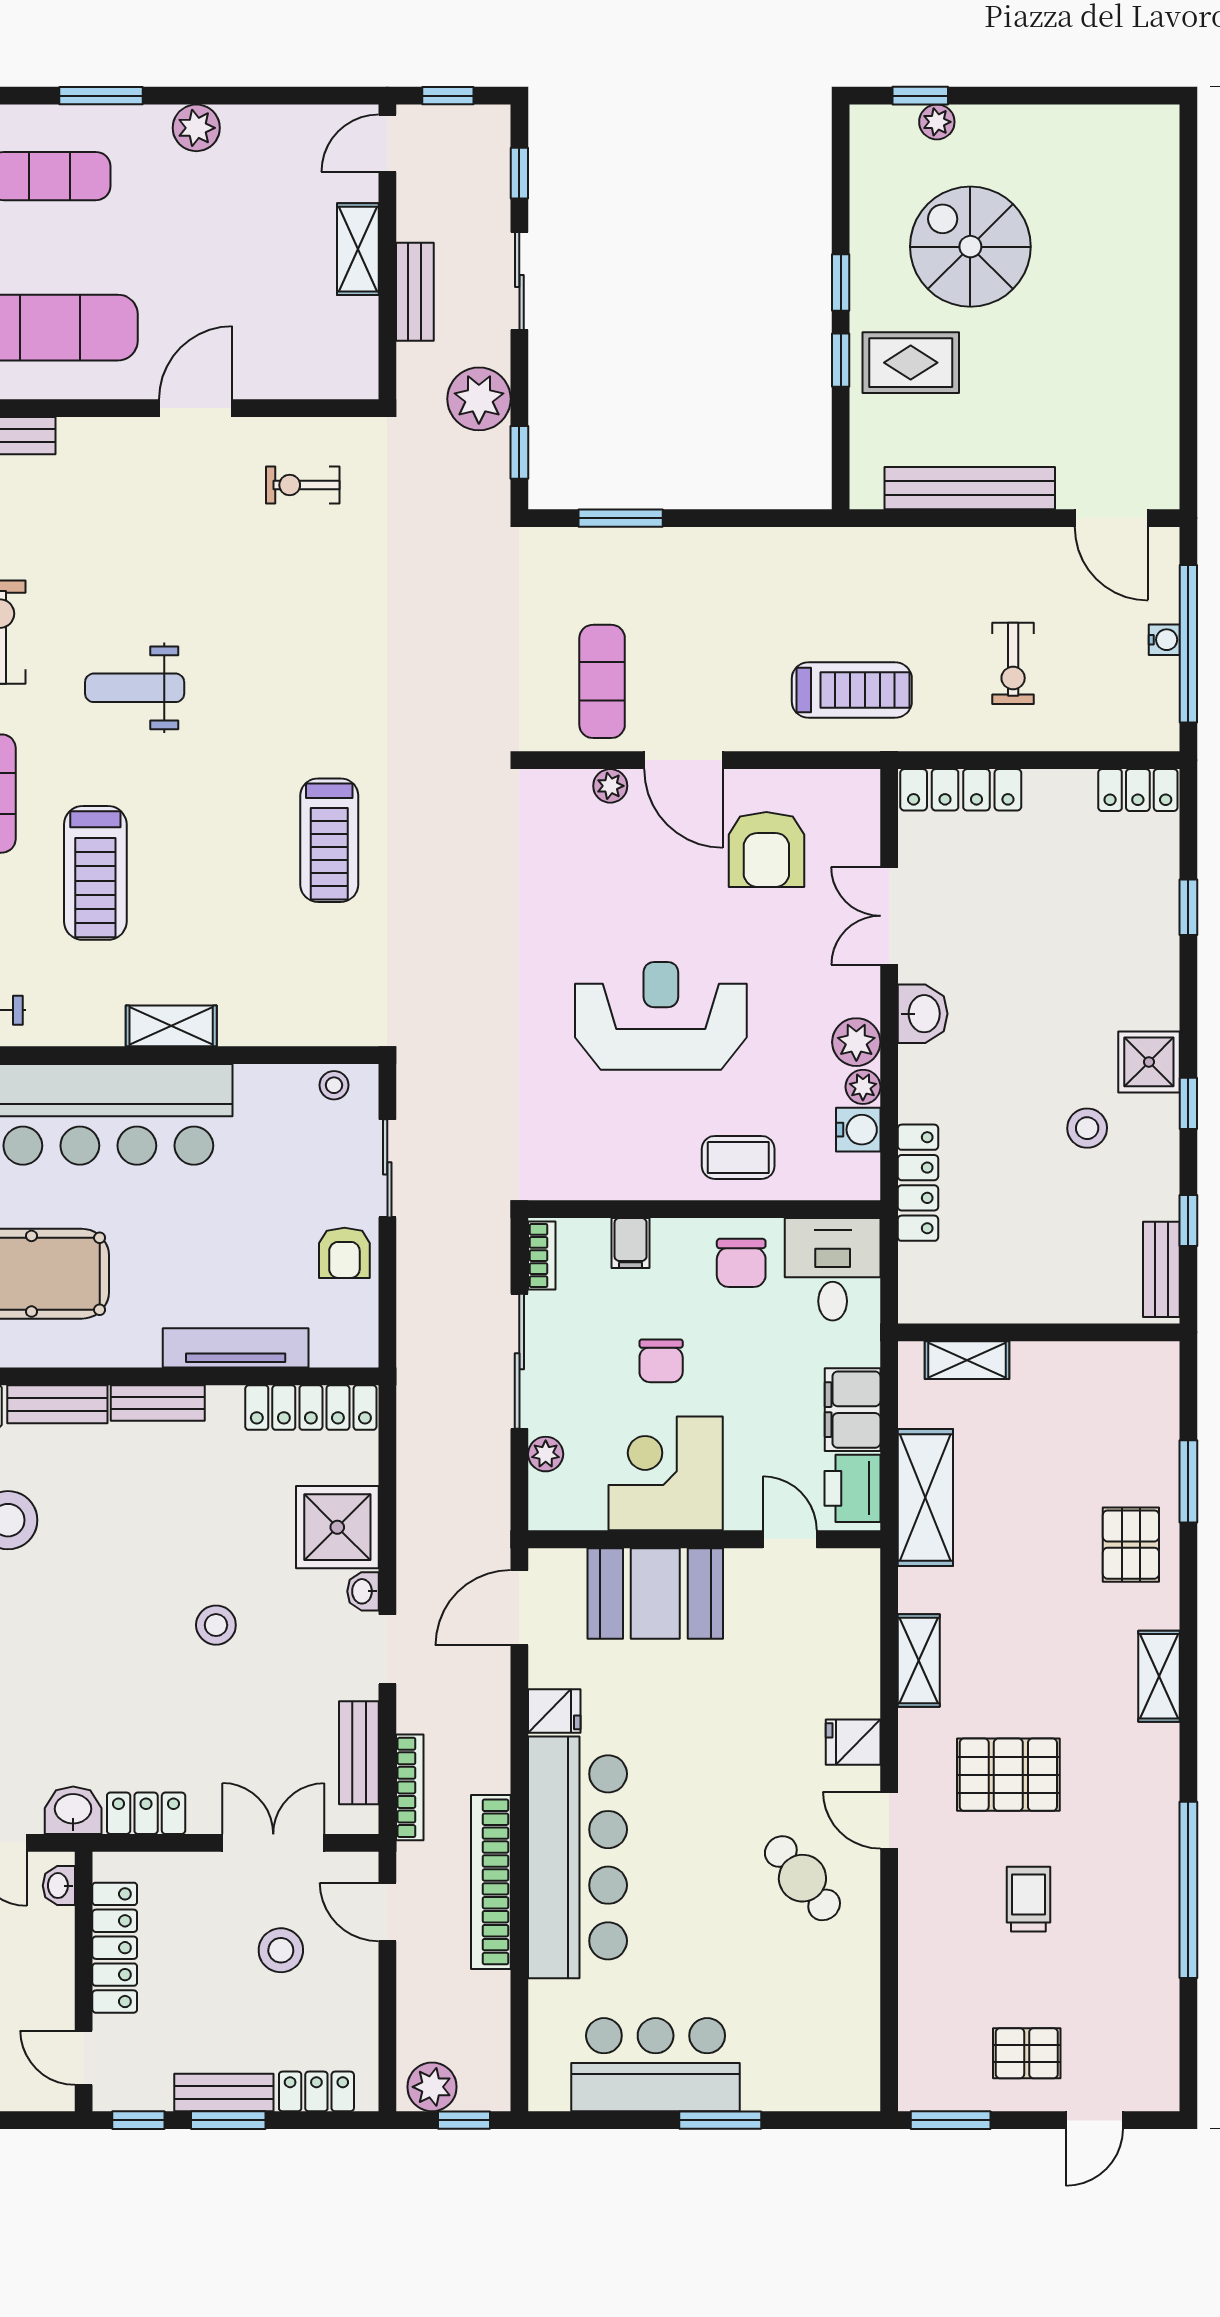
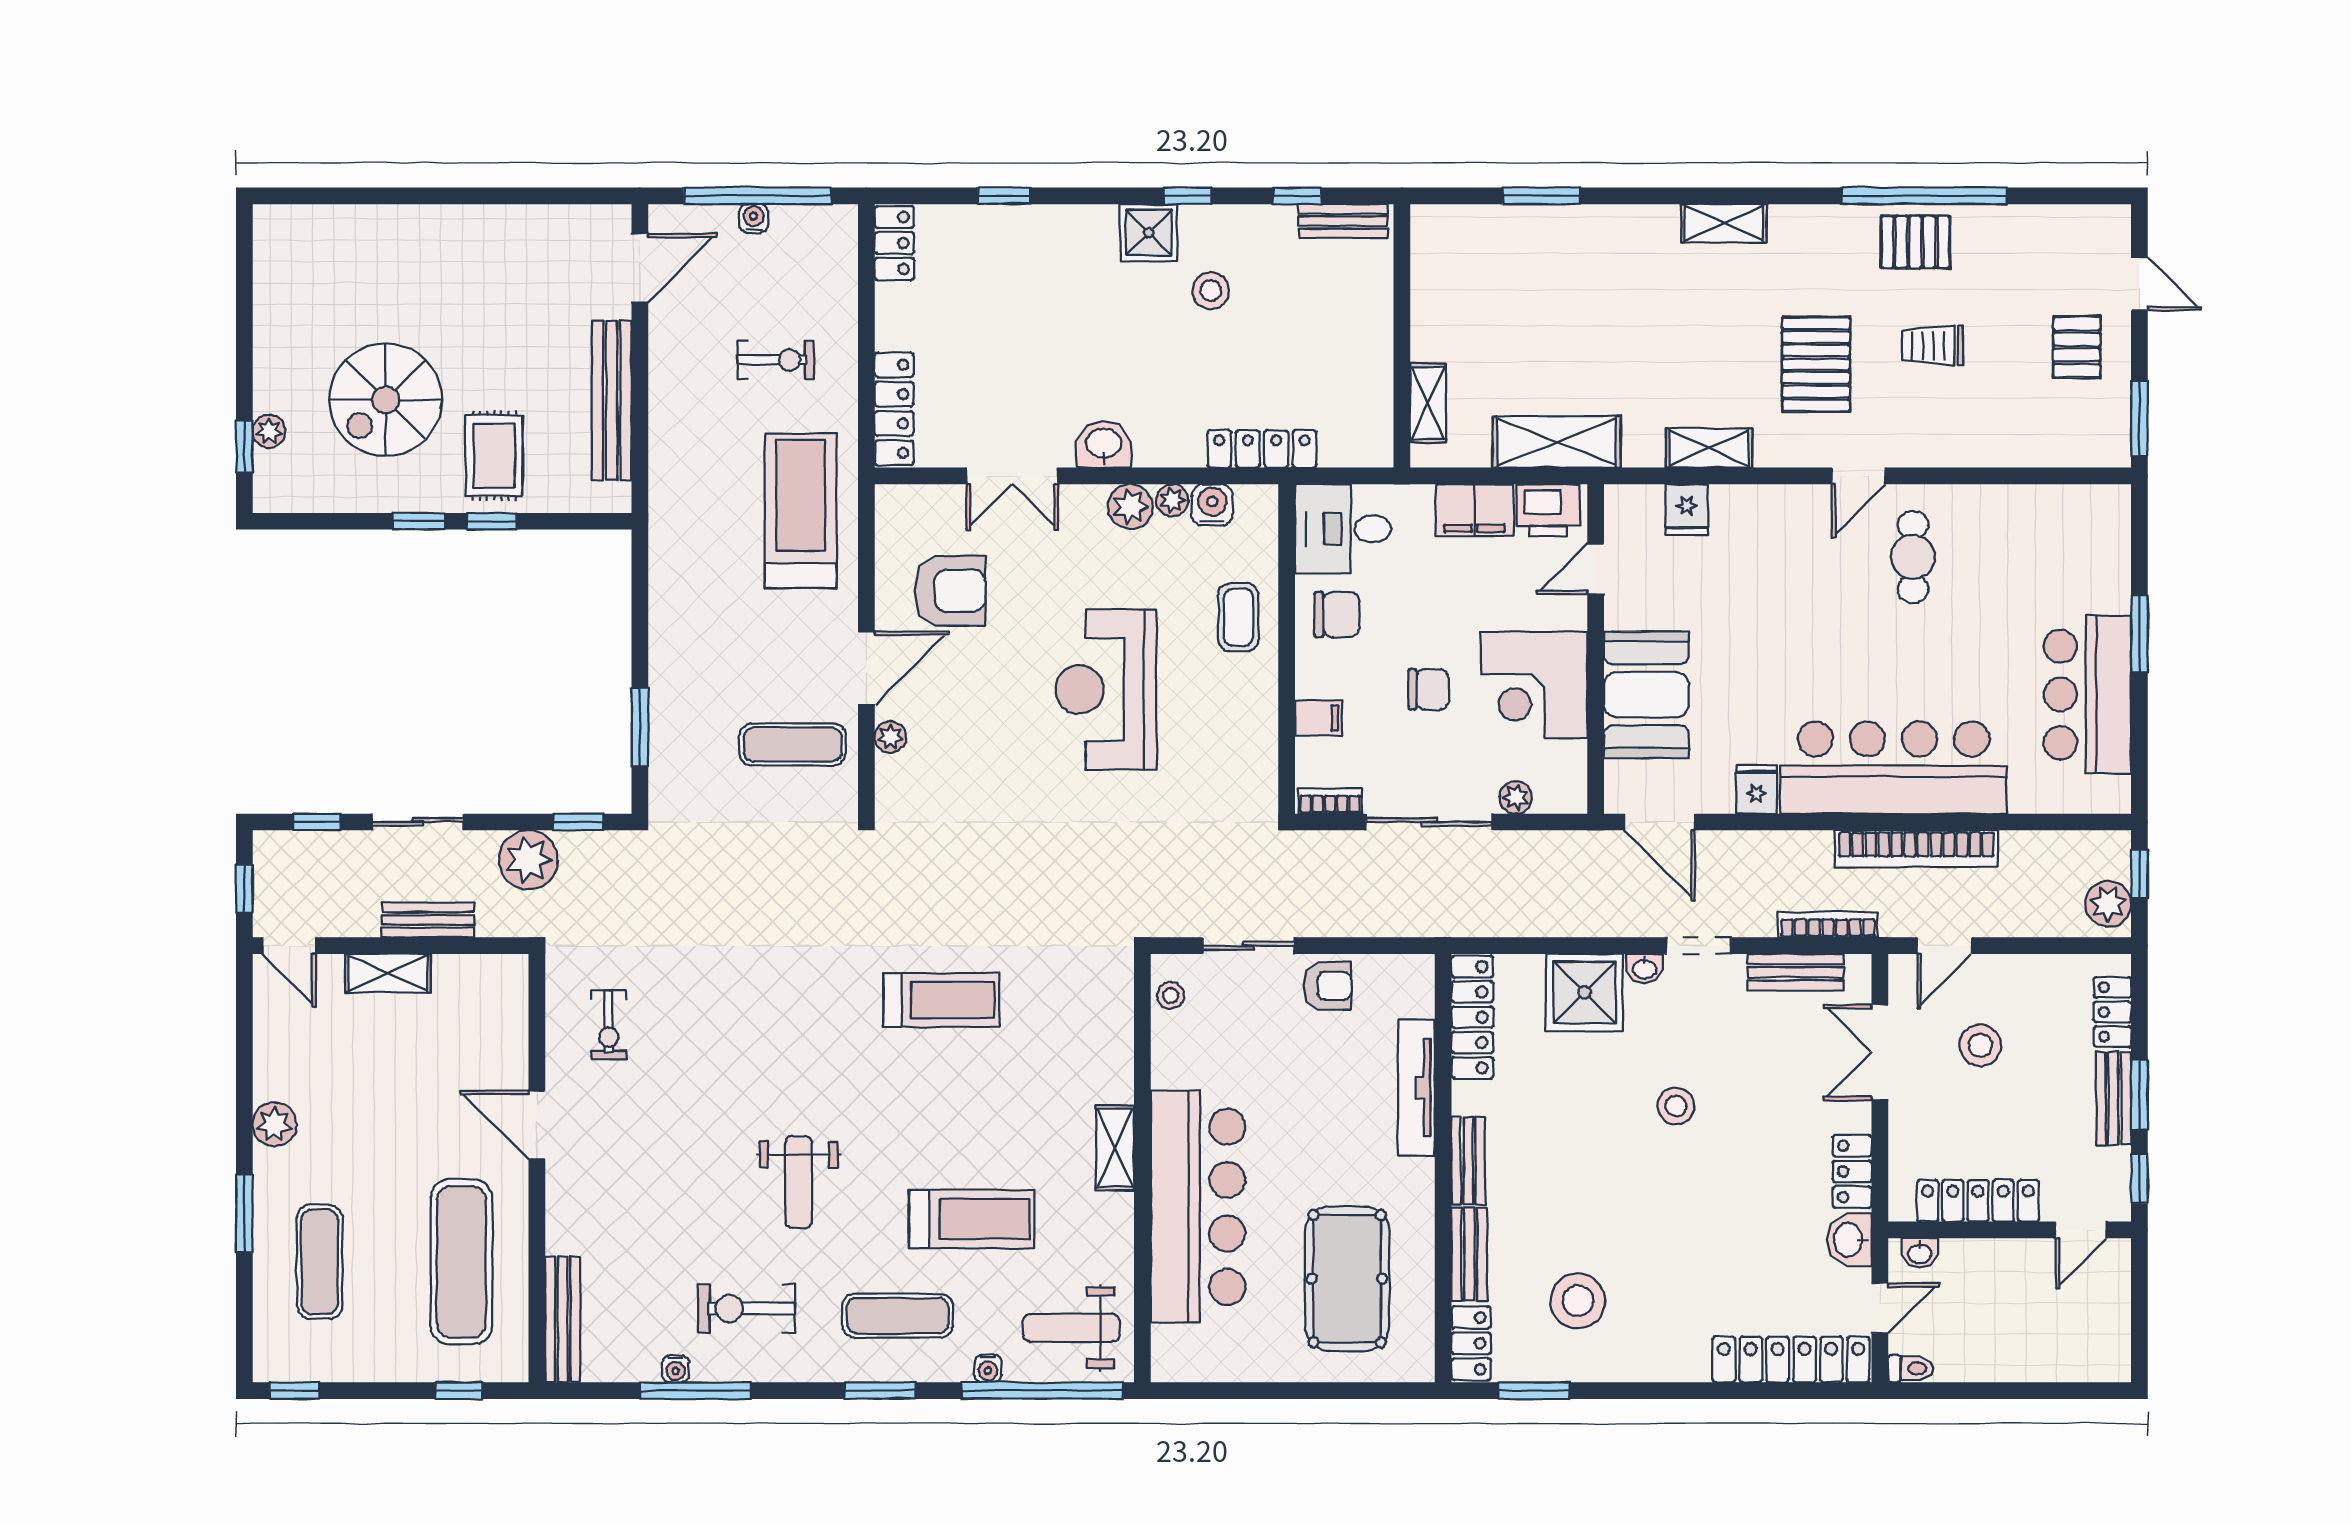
treadmill: (852, 690) -> (801, 511), width x1.37, depth x1.38
pallet: (1131, 1545) -> (1915, 242), moved
fridge: (853, 1742) -> (1687, 510), moved
cafe table: (802, 1878) -> (1913, 557), turned -51

